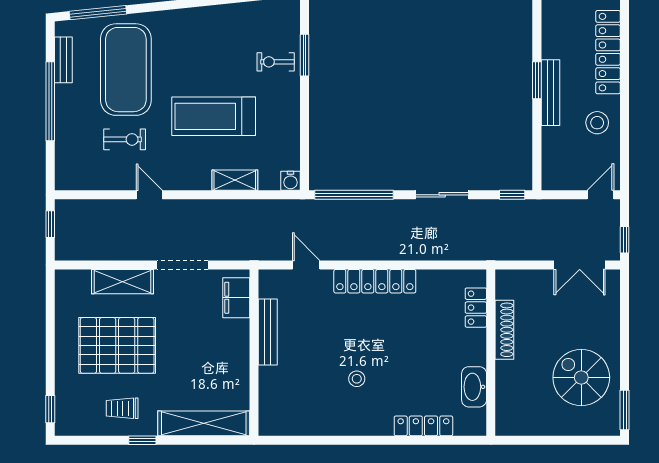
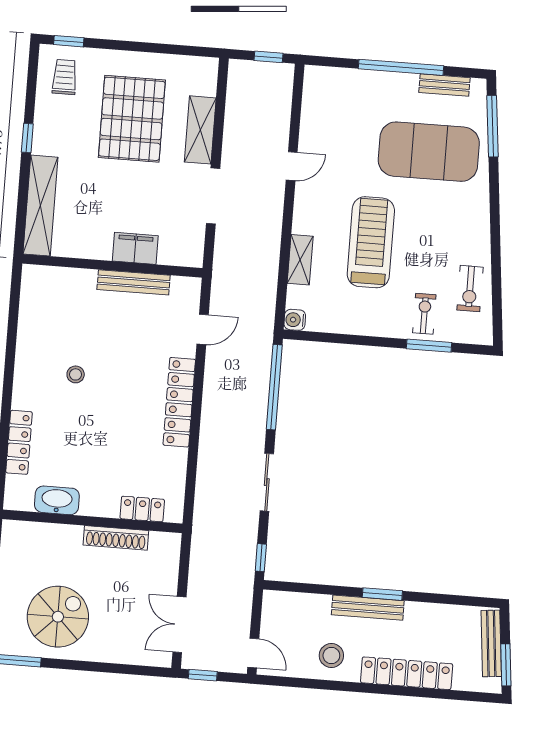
exercise bike: (125, 139) -> (470, 289), moved
filing cabinet: (236, 298) -> (135, 248), moved
trolley: (122, 408) -> (65, 77), moved

